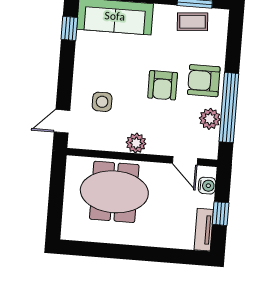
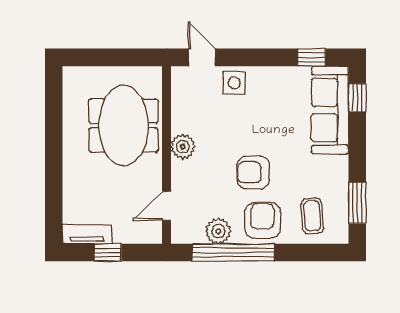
coffee table: (193, 22) -> (312, 216), moved
side table: (102, 102) -> (234, 83), moved
water cooler: (207, 186) -> (139, 234), removed

